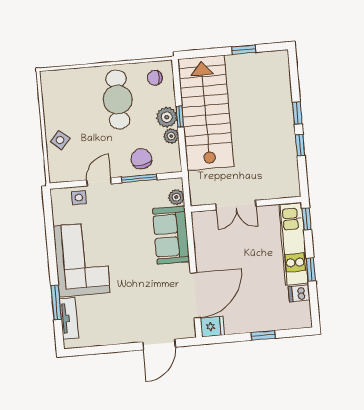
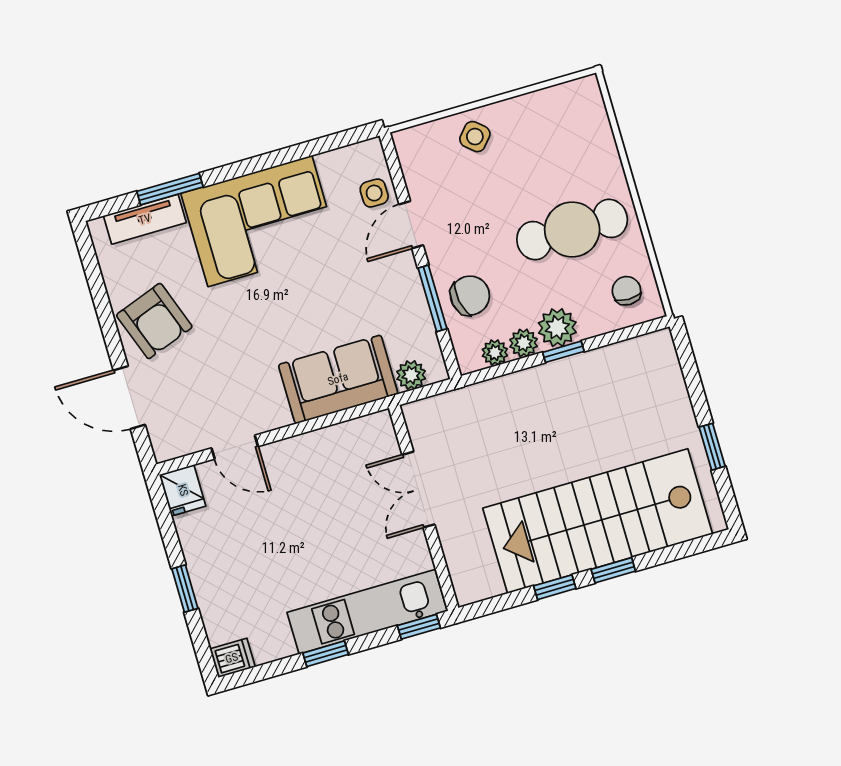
stairs: (206, 113) -> (598, 521), moved, turned 180
plant: (173, 152) -> (495, 353), added
door: (99, 182) -> (411, 225), swing flipped
dishwasher: (299, 293) -> (232, 658), moved, turned 90
door: (195, 295) -> (235, 447), width x0.53
armchair: (122, 324) -> (154, 321), added

